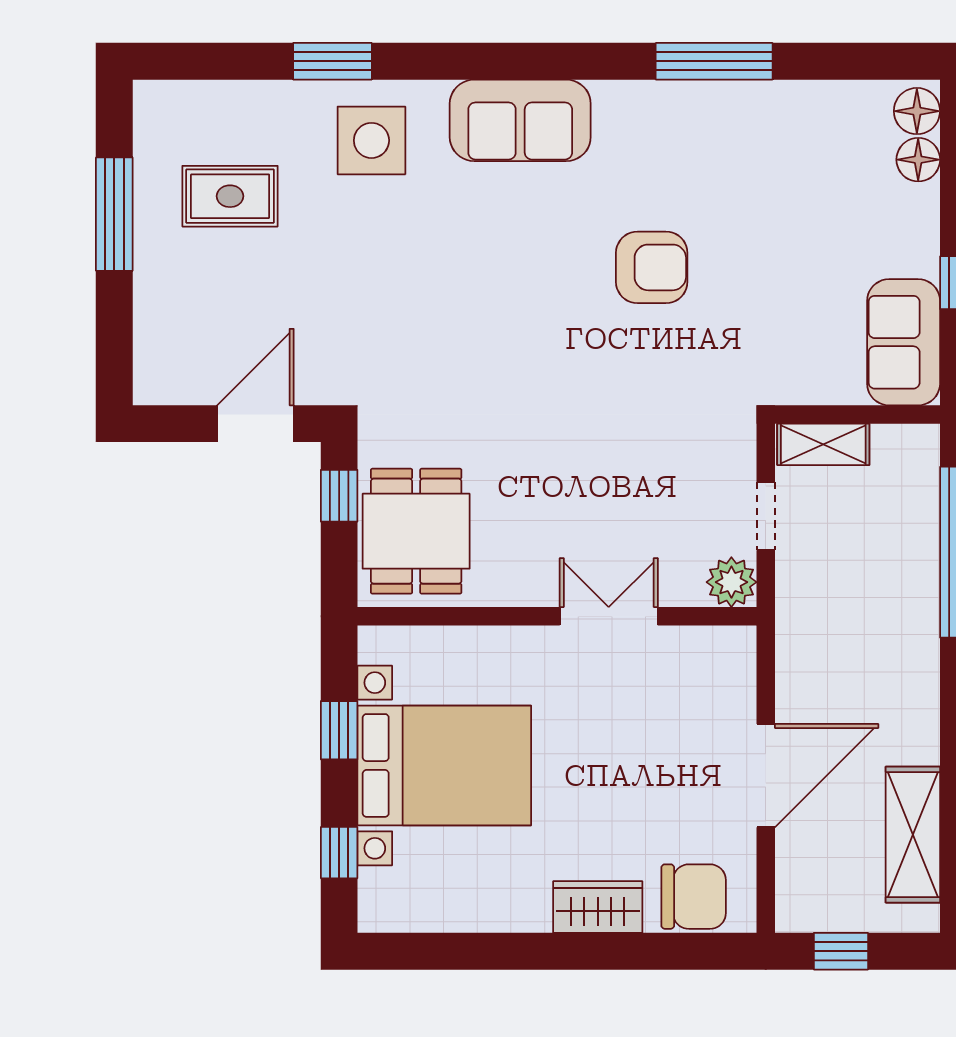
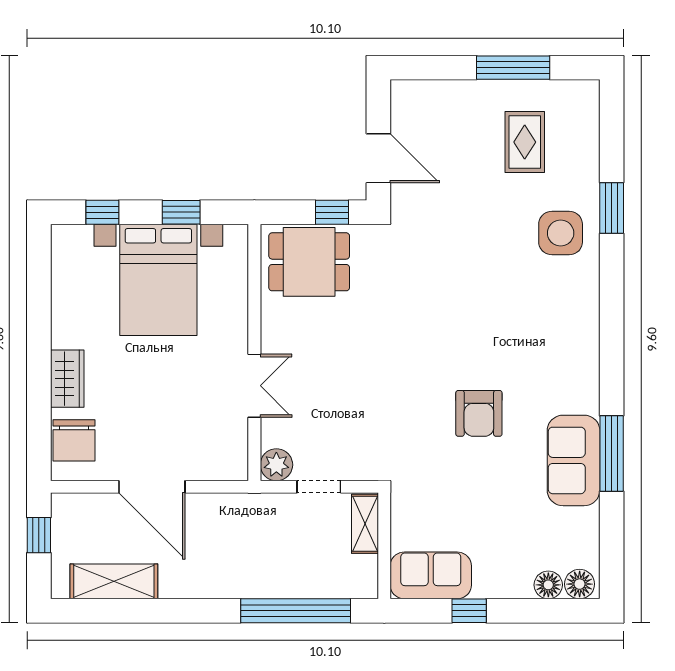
sofa: (520, 120) -> (574, 460), moved

